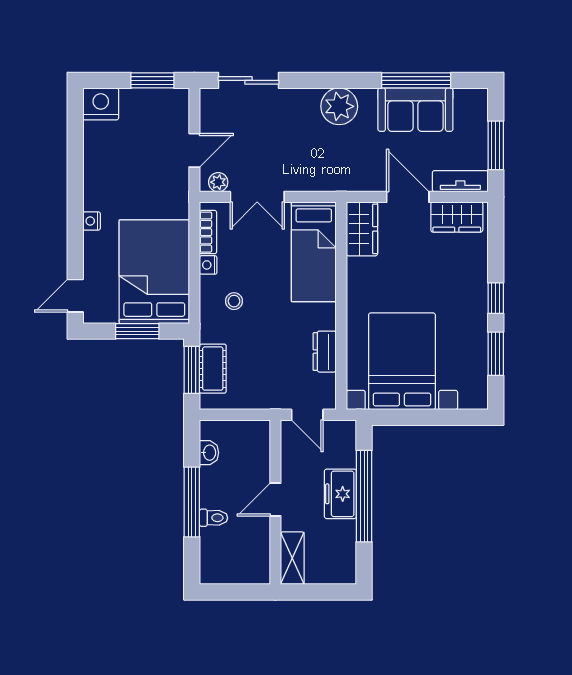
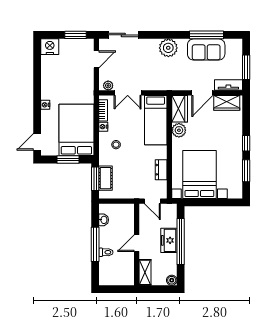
door: (194, 150) -> (96, 59), moved
door: (408, 197) -> (202, 93), swing flipped
plant: (361, 272) -> (179, 130), added
boiler: (346, 574) -> (172, 280), added

